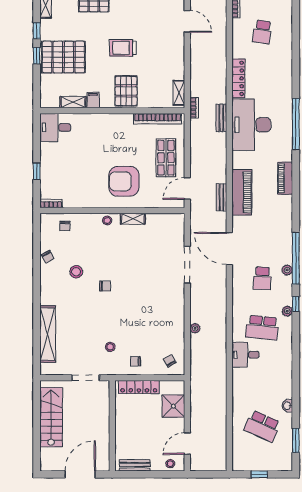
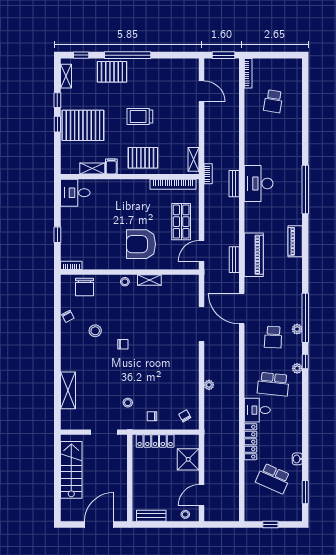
locker: (238, 78) -> (250, 442), moved
pallet: (126, 91) -> (143, 158), turned 90
desk: (251, 125) -> (259, 184), width x0.73, depth x0.77
chair: (65, 226) -> (84, 287), width x1.87, depth x1.87
shelving: (48, 334) -> (68, 390), width x0.68

